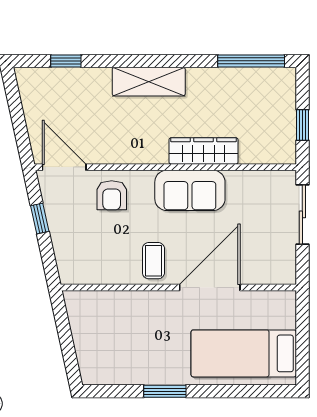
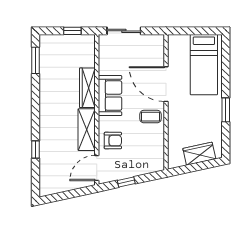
window: (66, 61) -> (36, 149), moved
window: (251, 61) -> (36, 60), width x0.69
shelving: (149, 82) -> (87, 130), moved
wardrobe: (89, 345) -> (199, 154), added

